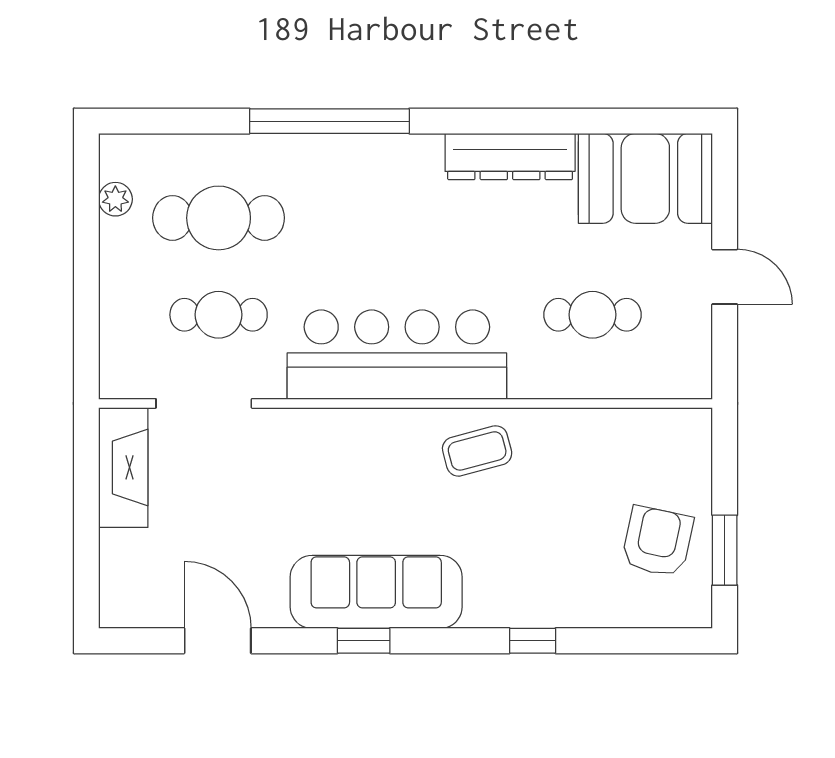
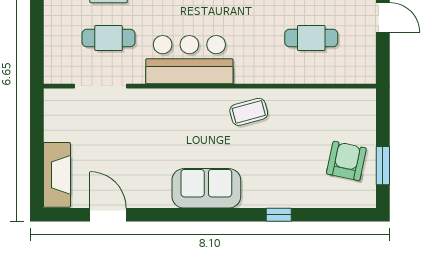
bar counter: (397, 355) -> (189, 60), width x0.73
fireplace: (123, 467) -> (57, 175), moved
sofa: (376, 592) -> (206, 188), width x0.73
window: (364, 641) -> (187, 215), removed

